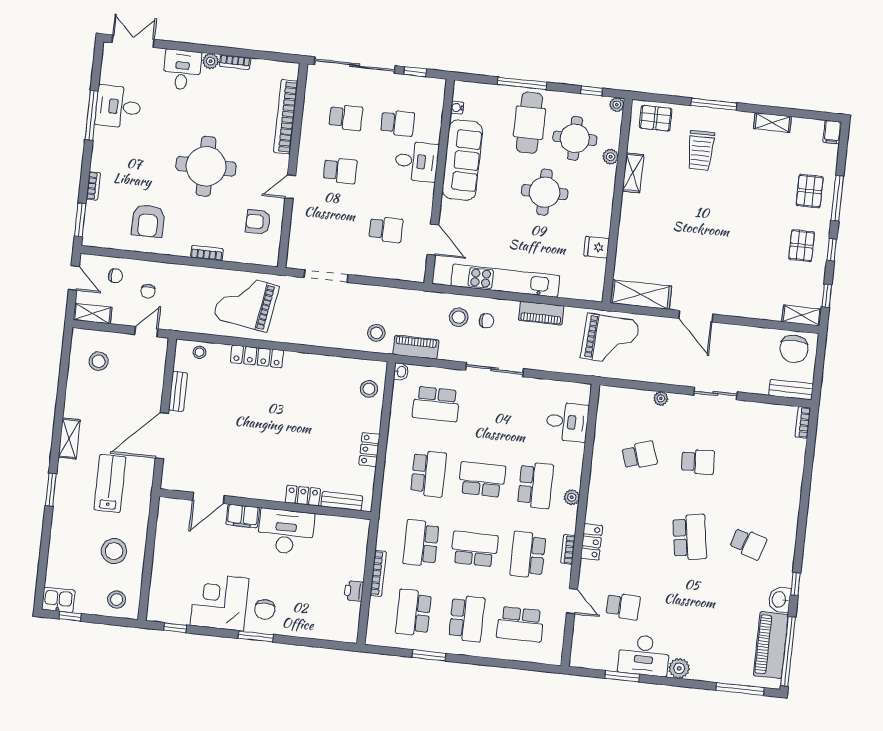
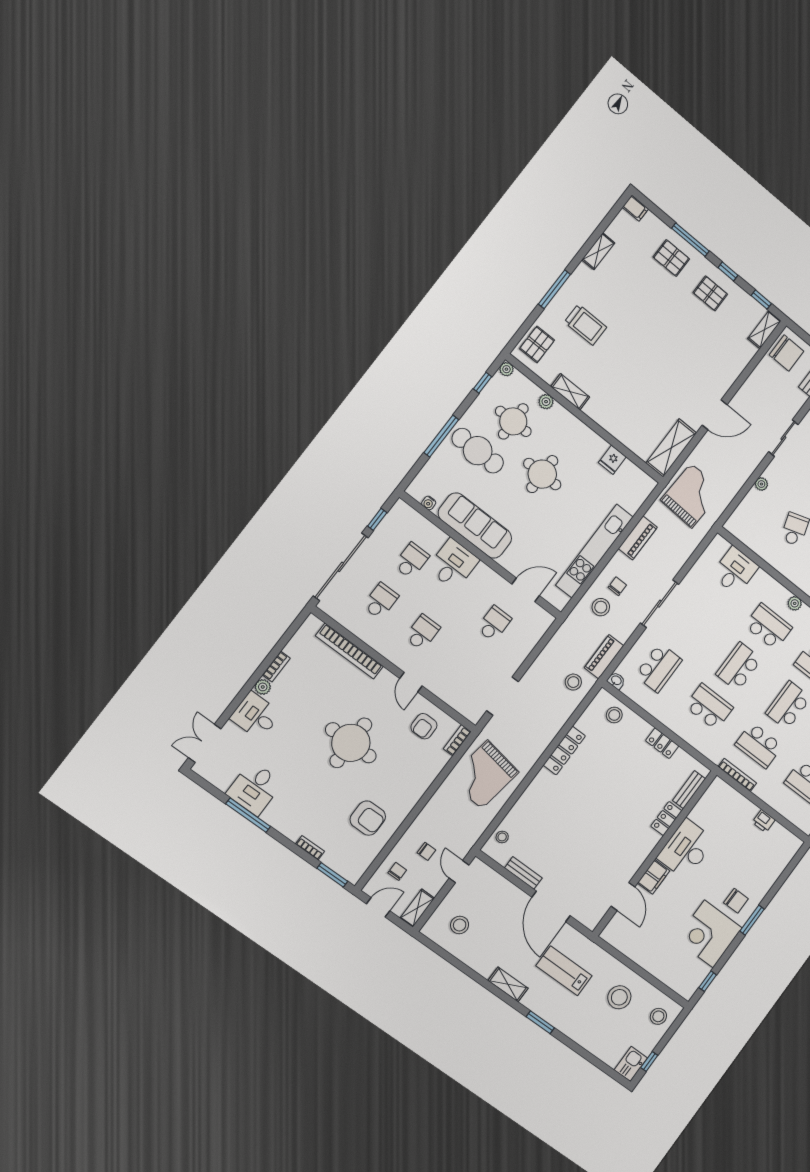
bookcase: (207, 253) -> (457, 740), moved
locker: (257, 356) -> (564, 751), moved
bookcase: (378, 573) -> (737, 775), moved

